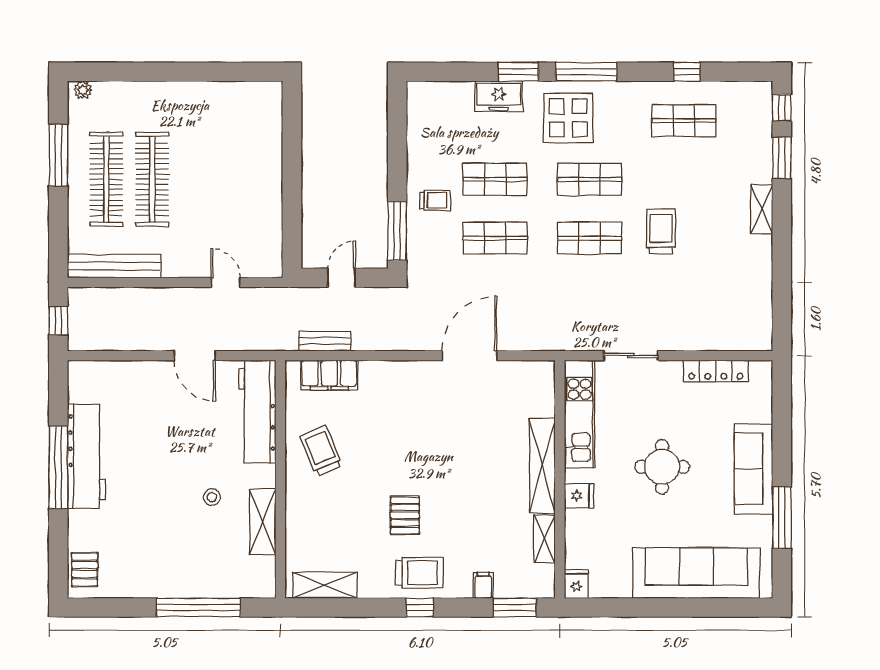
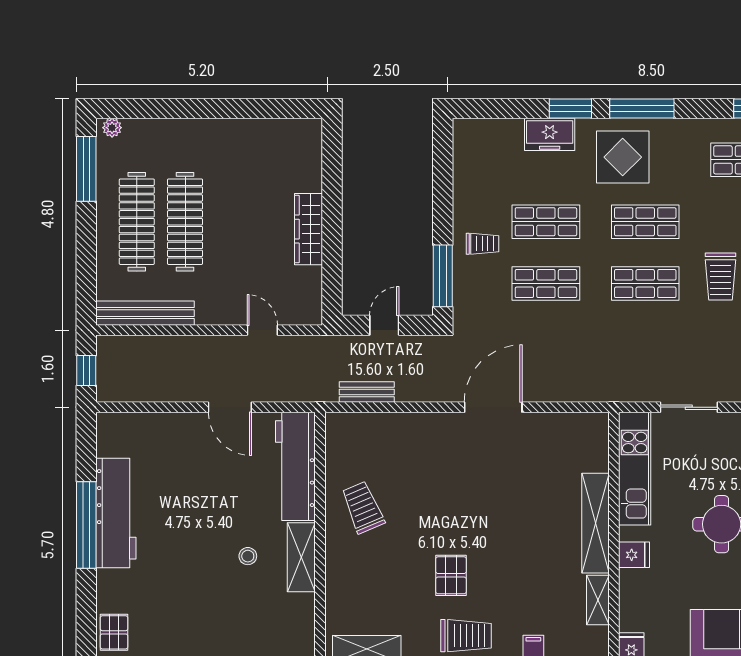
window: (58, 155) -> (86, 169), moved
wardrobe: (270, 186) -> (309, 229), added
trolley: (661, 231) -> (720, 276), turned 180
door: (469, 356) -> (493, 407), moved
filing cabinet: (329, 375) -> (371, 428), removed
shelving: (263, 522) -> (301, 557), moved

